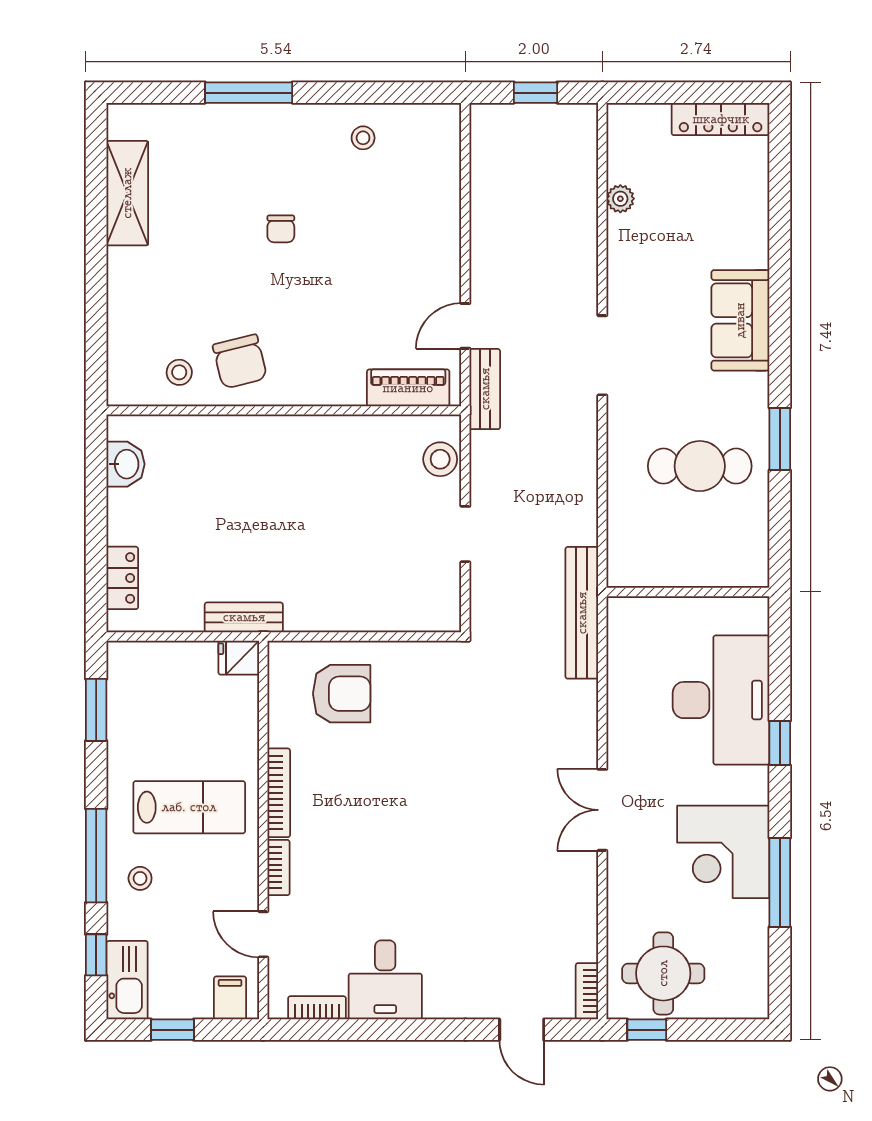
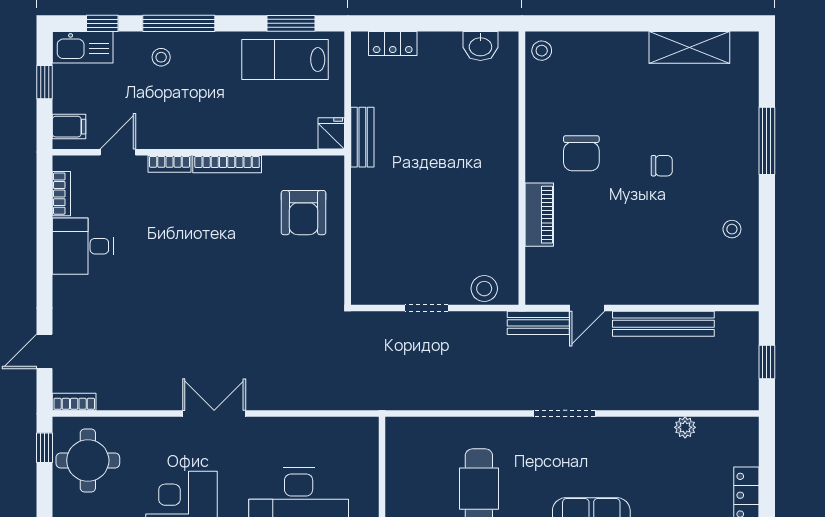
chair: (281, 229) -> (662, 166), turned 180
door: (465, 326) -> (587, 308), swing flipped
chair: (240, 362) -> (581, 153), moved, turned -76
stool: (179, 372) -> (542, 51), moved
piano: (408, 388) -> (539, 215), moved
bench: (582, 613) -> (663, 324), moved
lab bench: (189, 807) -> (285, 60), moved, turned 90

